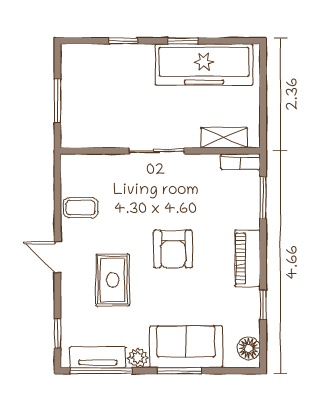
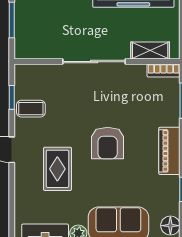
sliding door: (157, 151) -> (94, 62), width x1.37
window: (58, 333) -> (12, 97), moved

